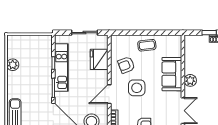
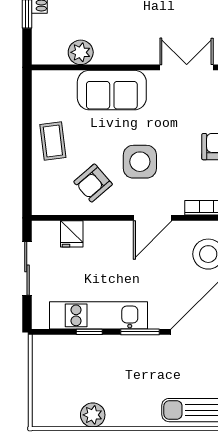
fridge: (99, 59) -> (72, 234), width x0.53, depth x0.75
armchair: (126, 65) -> (93, 183), turned 70
plant: (190, 80) -> (81, 52), moved
door: (109, 94) -> (153, 218), hinge flipped

